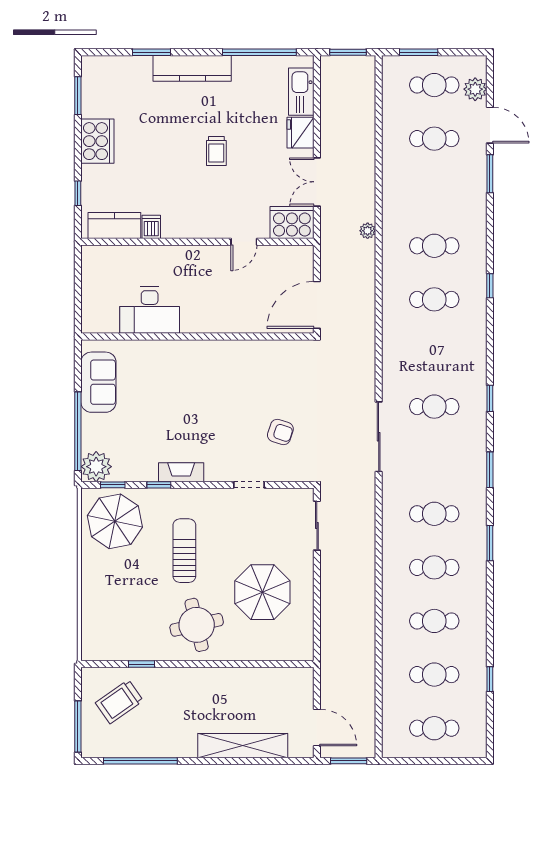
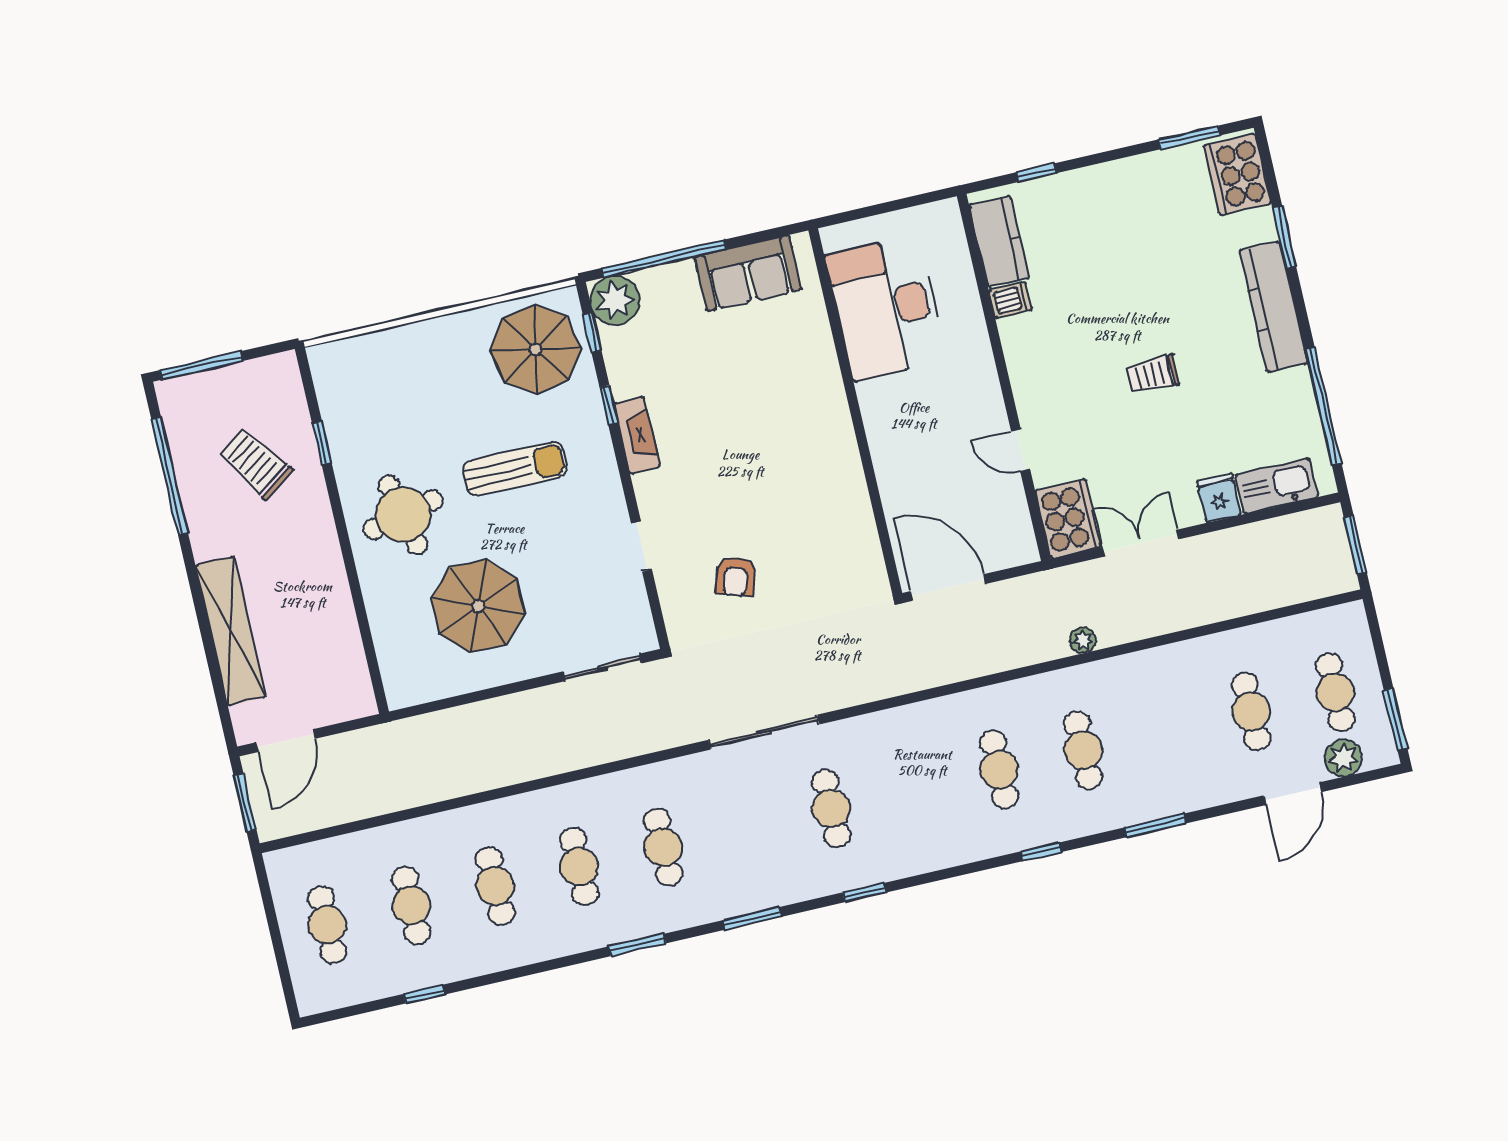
window: (419, 52) -> (1396, 720), moved
fridge: (300, 133) -> (1219, 498), width x0.72
cooker: (97, 141) -> (1237, 174), moved, turned 90
window: (490, 174) -> (1155, 825), moved
desk: (150, 310) -> (886, 308), width x1.36, depth x1.30
trolley: (119, 702) -> (255, 463), moved

